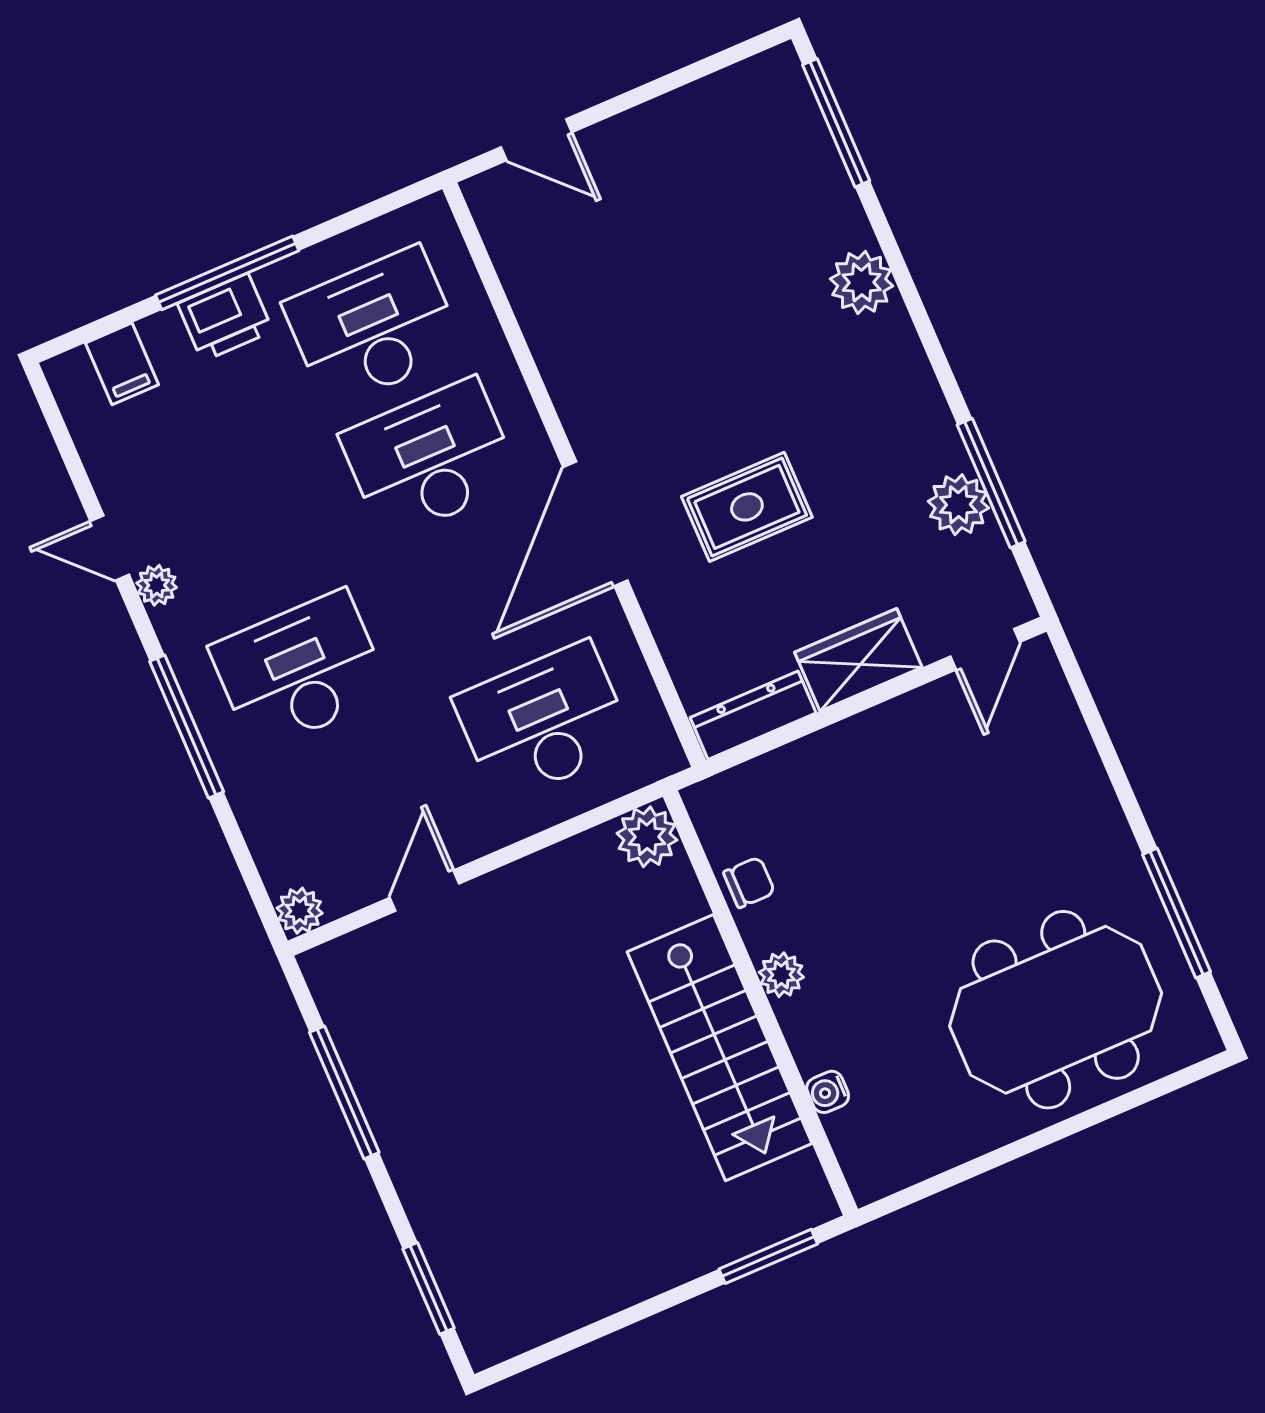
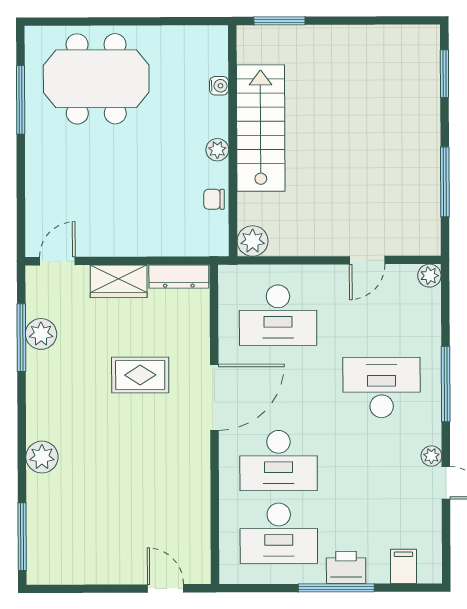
desk: (300, 671) -> (382, 387), turned 180

